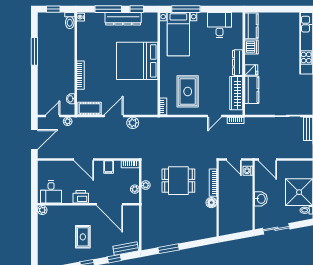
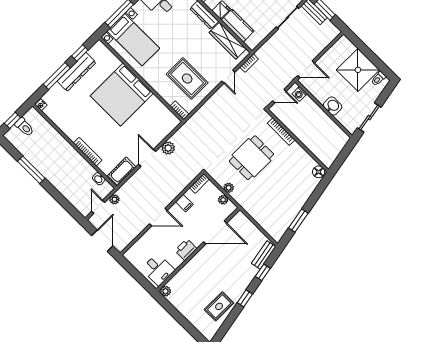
toilet: (70, 20) -> (24, 127), moved
floor lamp: (211, 203) -> (319, 172), moved
rug: (83, 237) -> (219, 306), moved, turned 90

